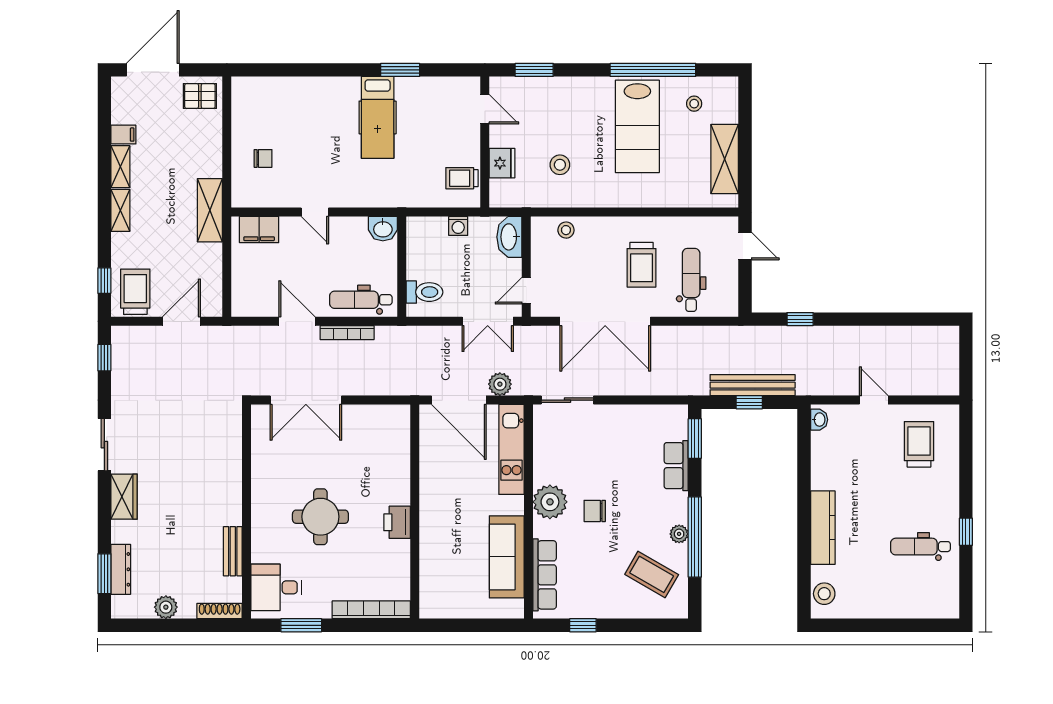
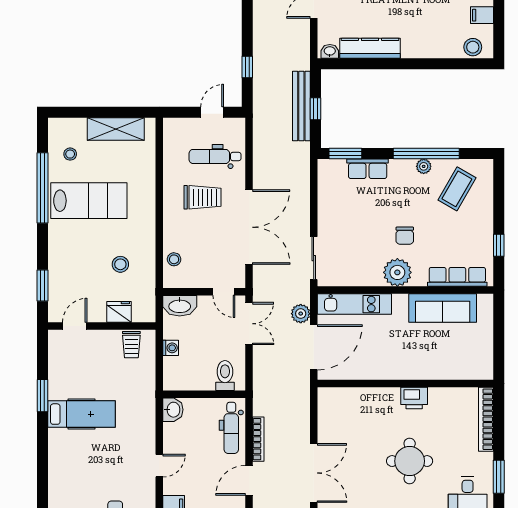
door: (745, 246) -> (212, 112), moved
kitchen counter: (823, 528) -> (370, 48), moved
filing cabinet: (863, 605) -> (482, 15), added

